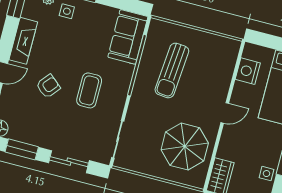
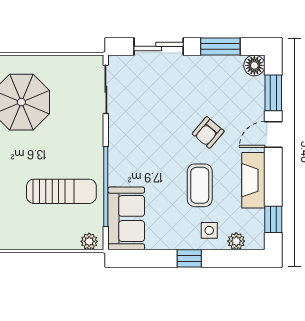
plant: (161, 27) -> (89, 241), added
sun lounger: (172, 70) -> (61, 191), turned 85
coffee table: (89, 90) -> (200, 185), moved

